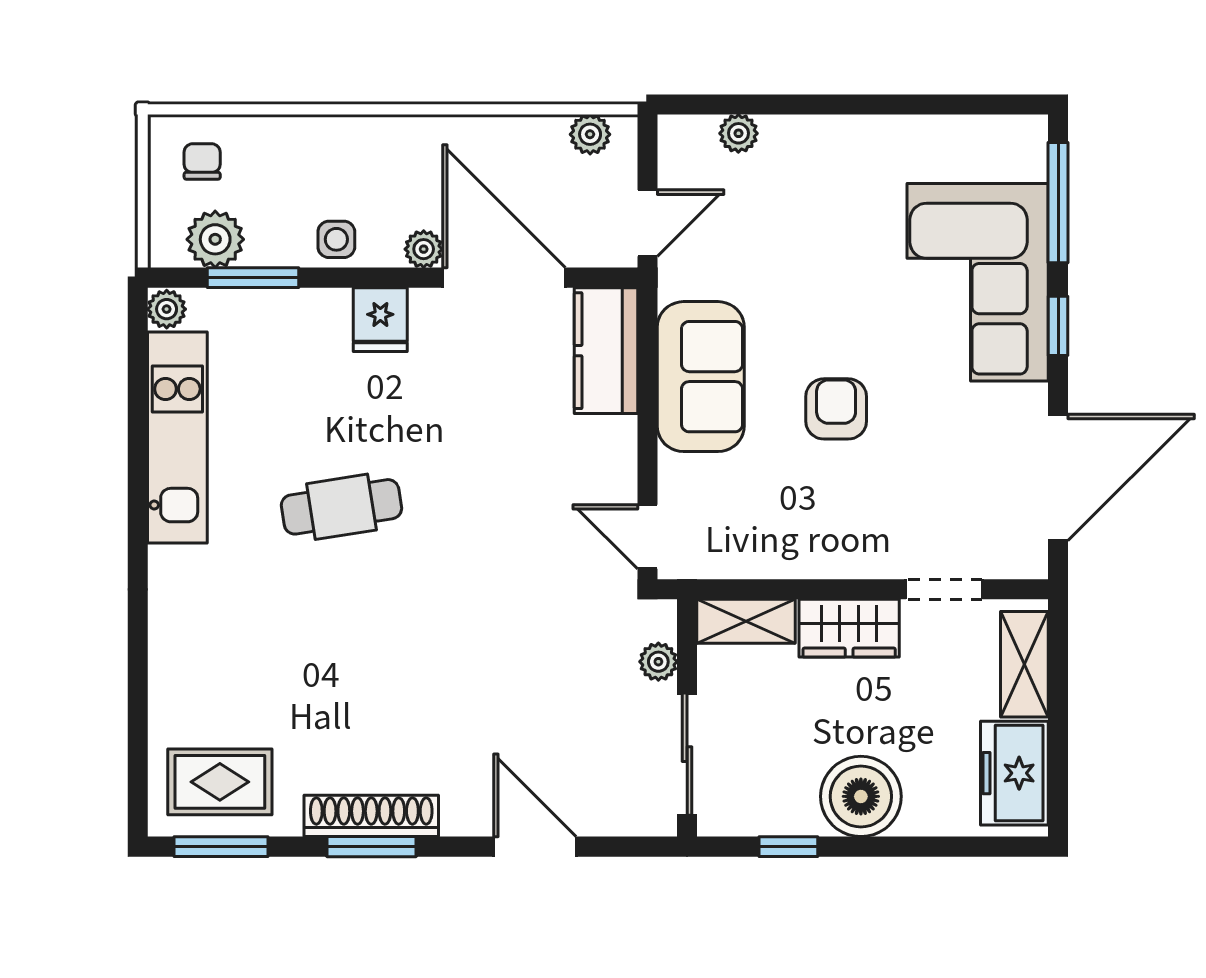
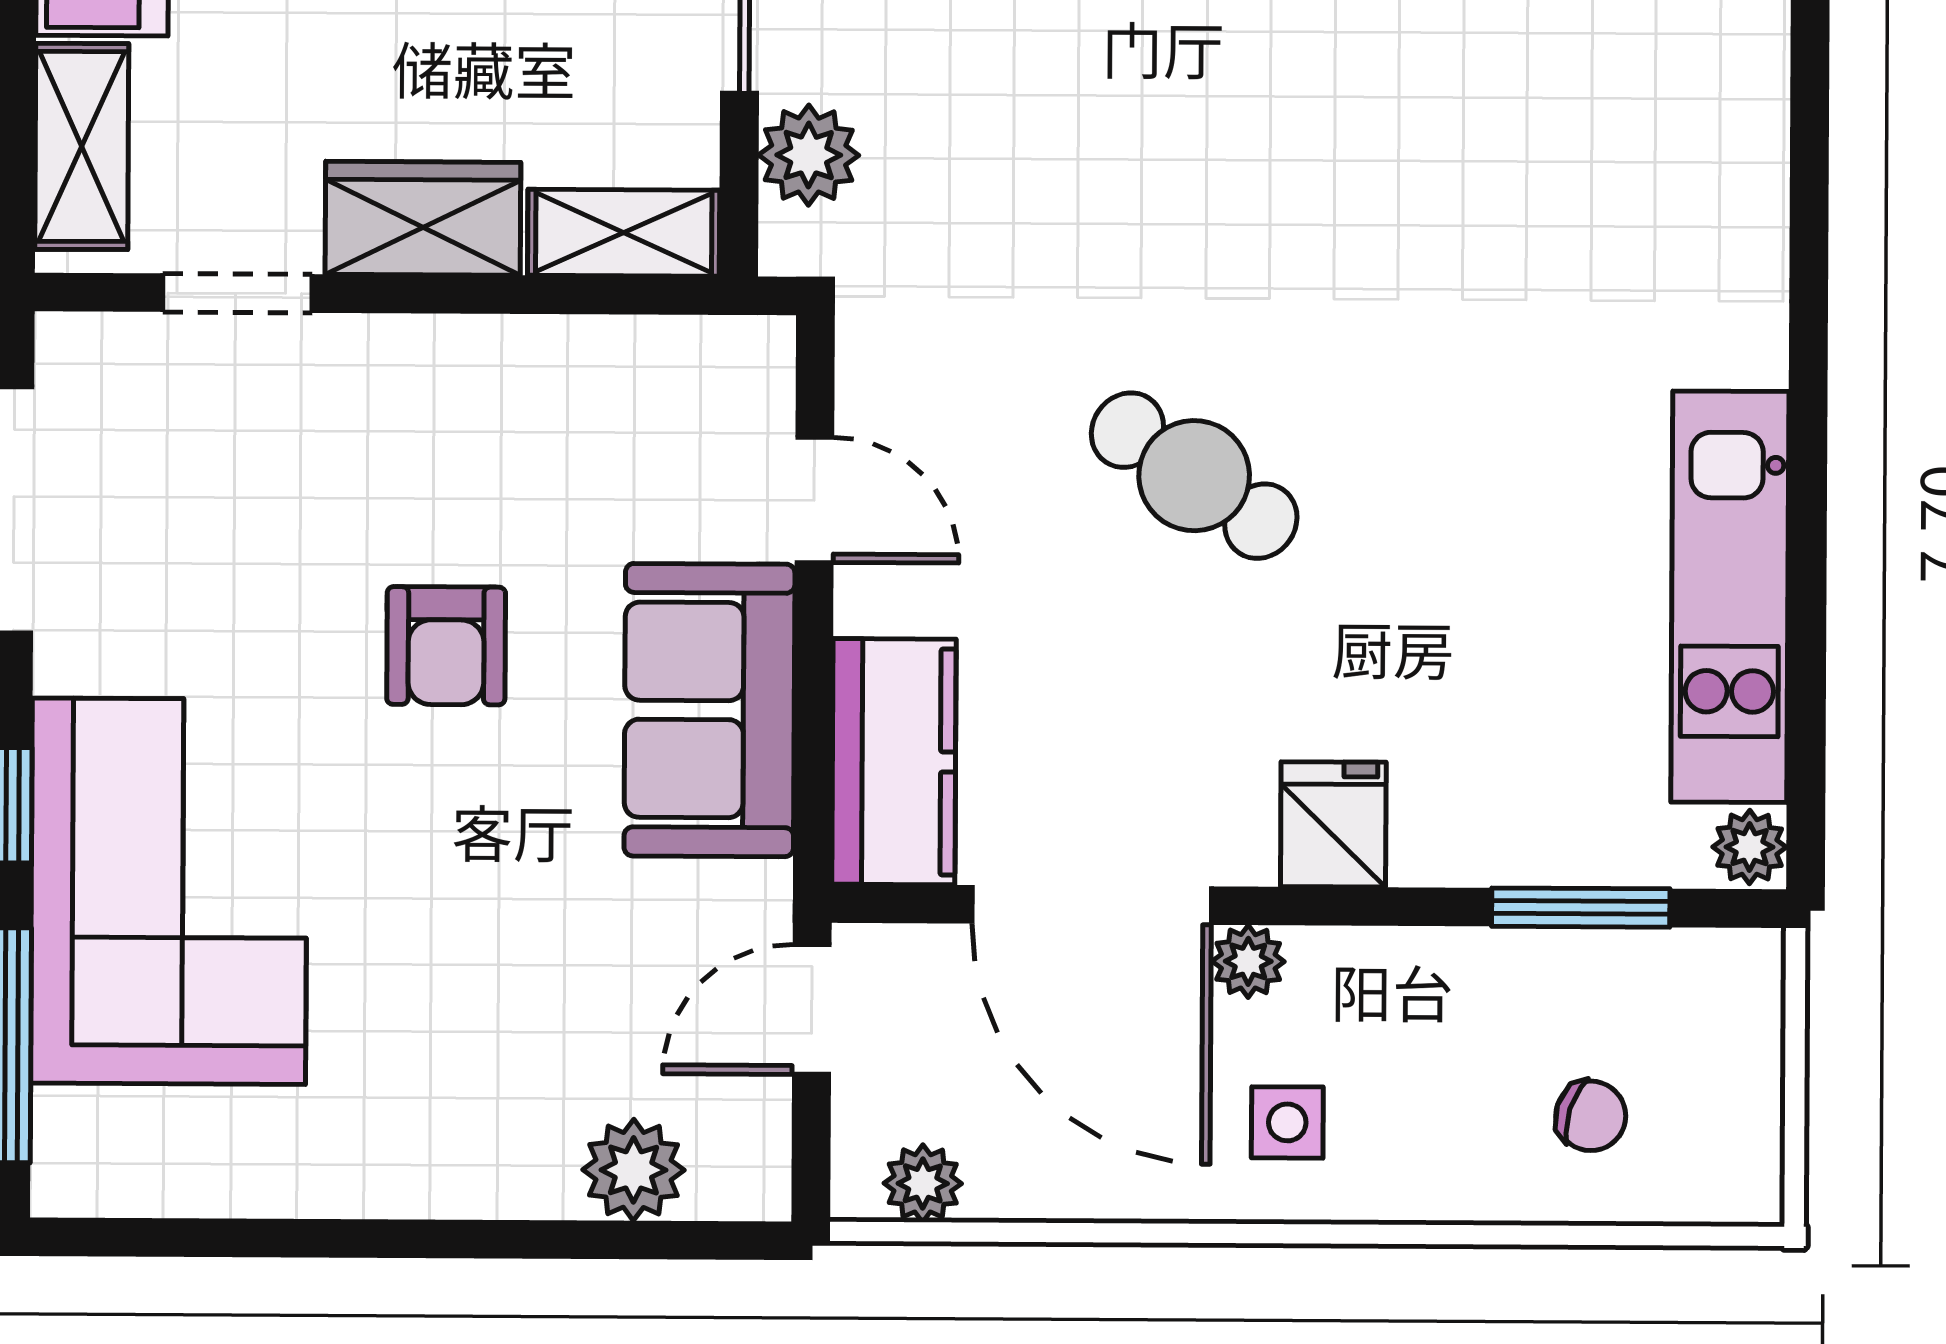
plant: (738, 133) -> (634, 1170), width x1.38, depth x1.38
chair: (202, 161) -> (1591, 1116), moved, turned -72
plant: (215, 239) -> (1654, 983), removed
side table: (336, 239) -> (1287, 1122), moved
cafe table: (341, 507) -> (1194, 476), moved, turned 43
door: (647, 537) -> (814, 500), moved
plant: (658, 662) -> (809, 155), width x1.38, depth x1.38

